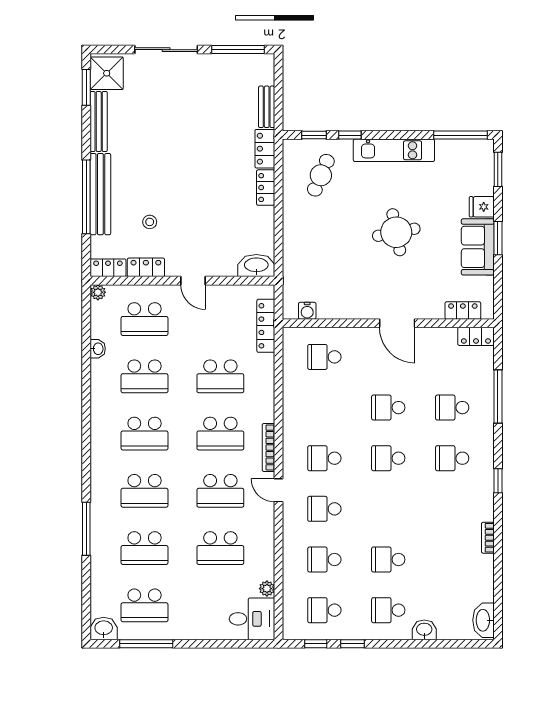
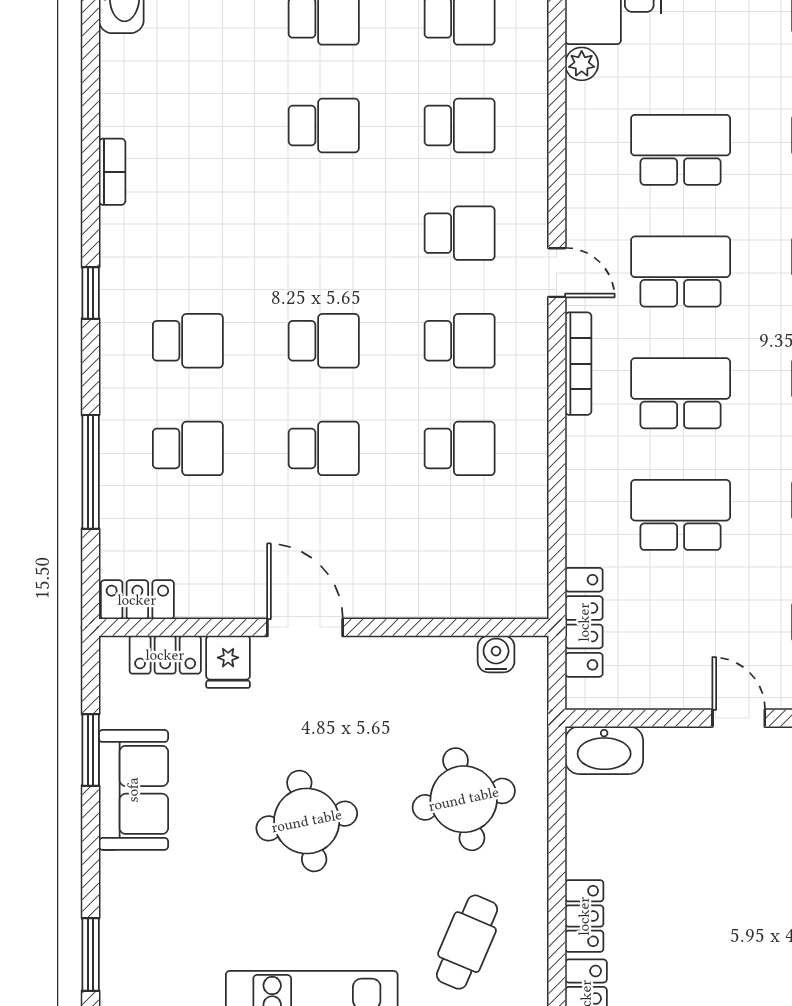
fridge: (482, 207) -> (228, 662), moved, turned 90
window: (498, 238) -> (91, 750), moved
round table: (322, 243) -> (464, 799), added
school desk: (324, 357) -> (460, 448), moved

